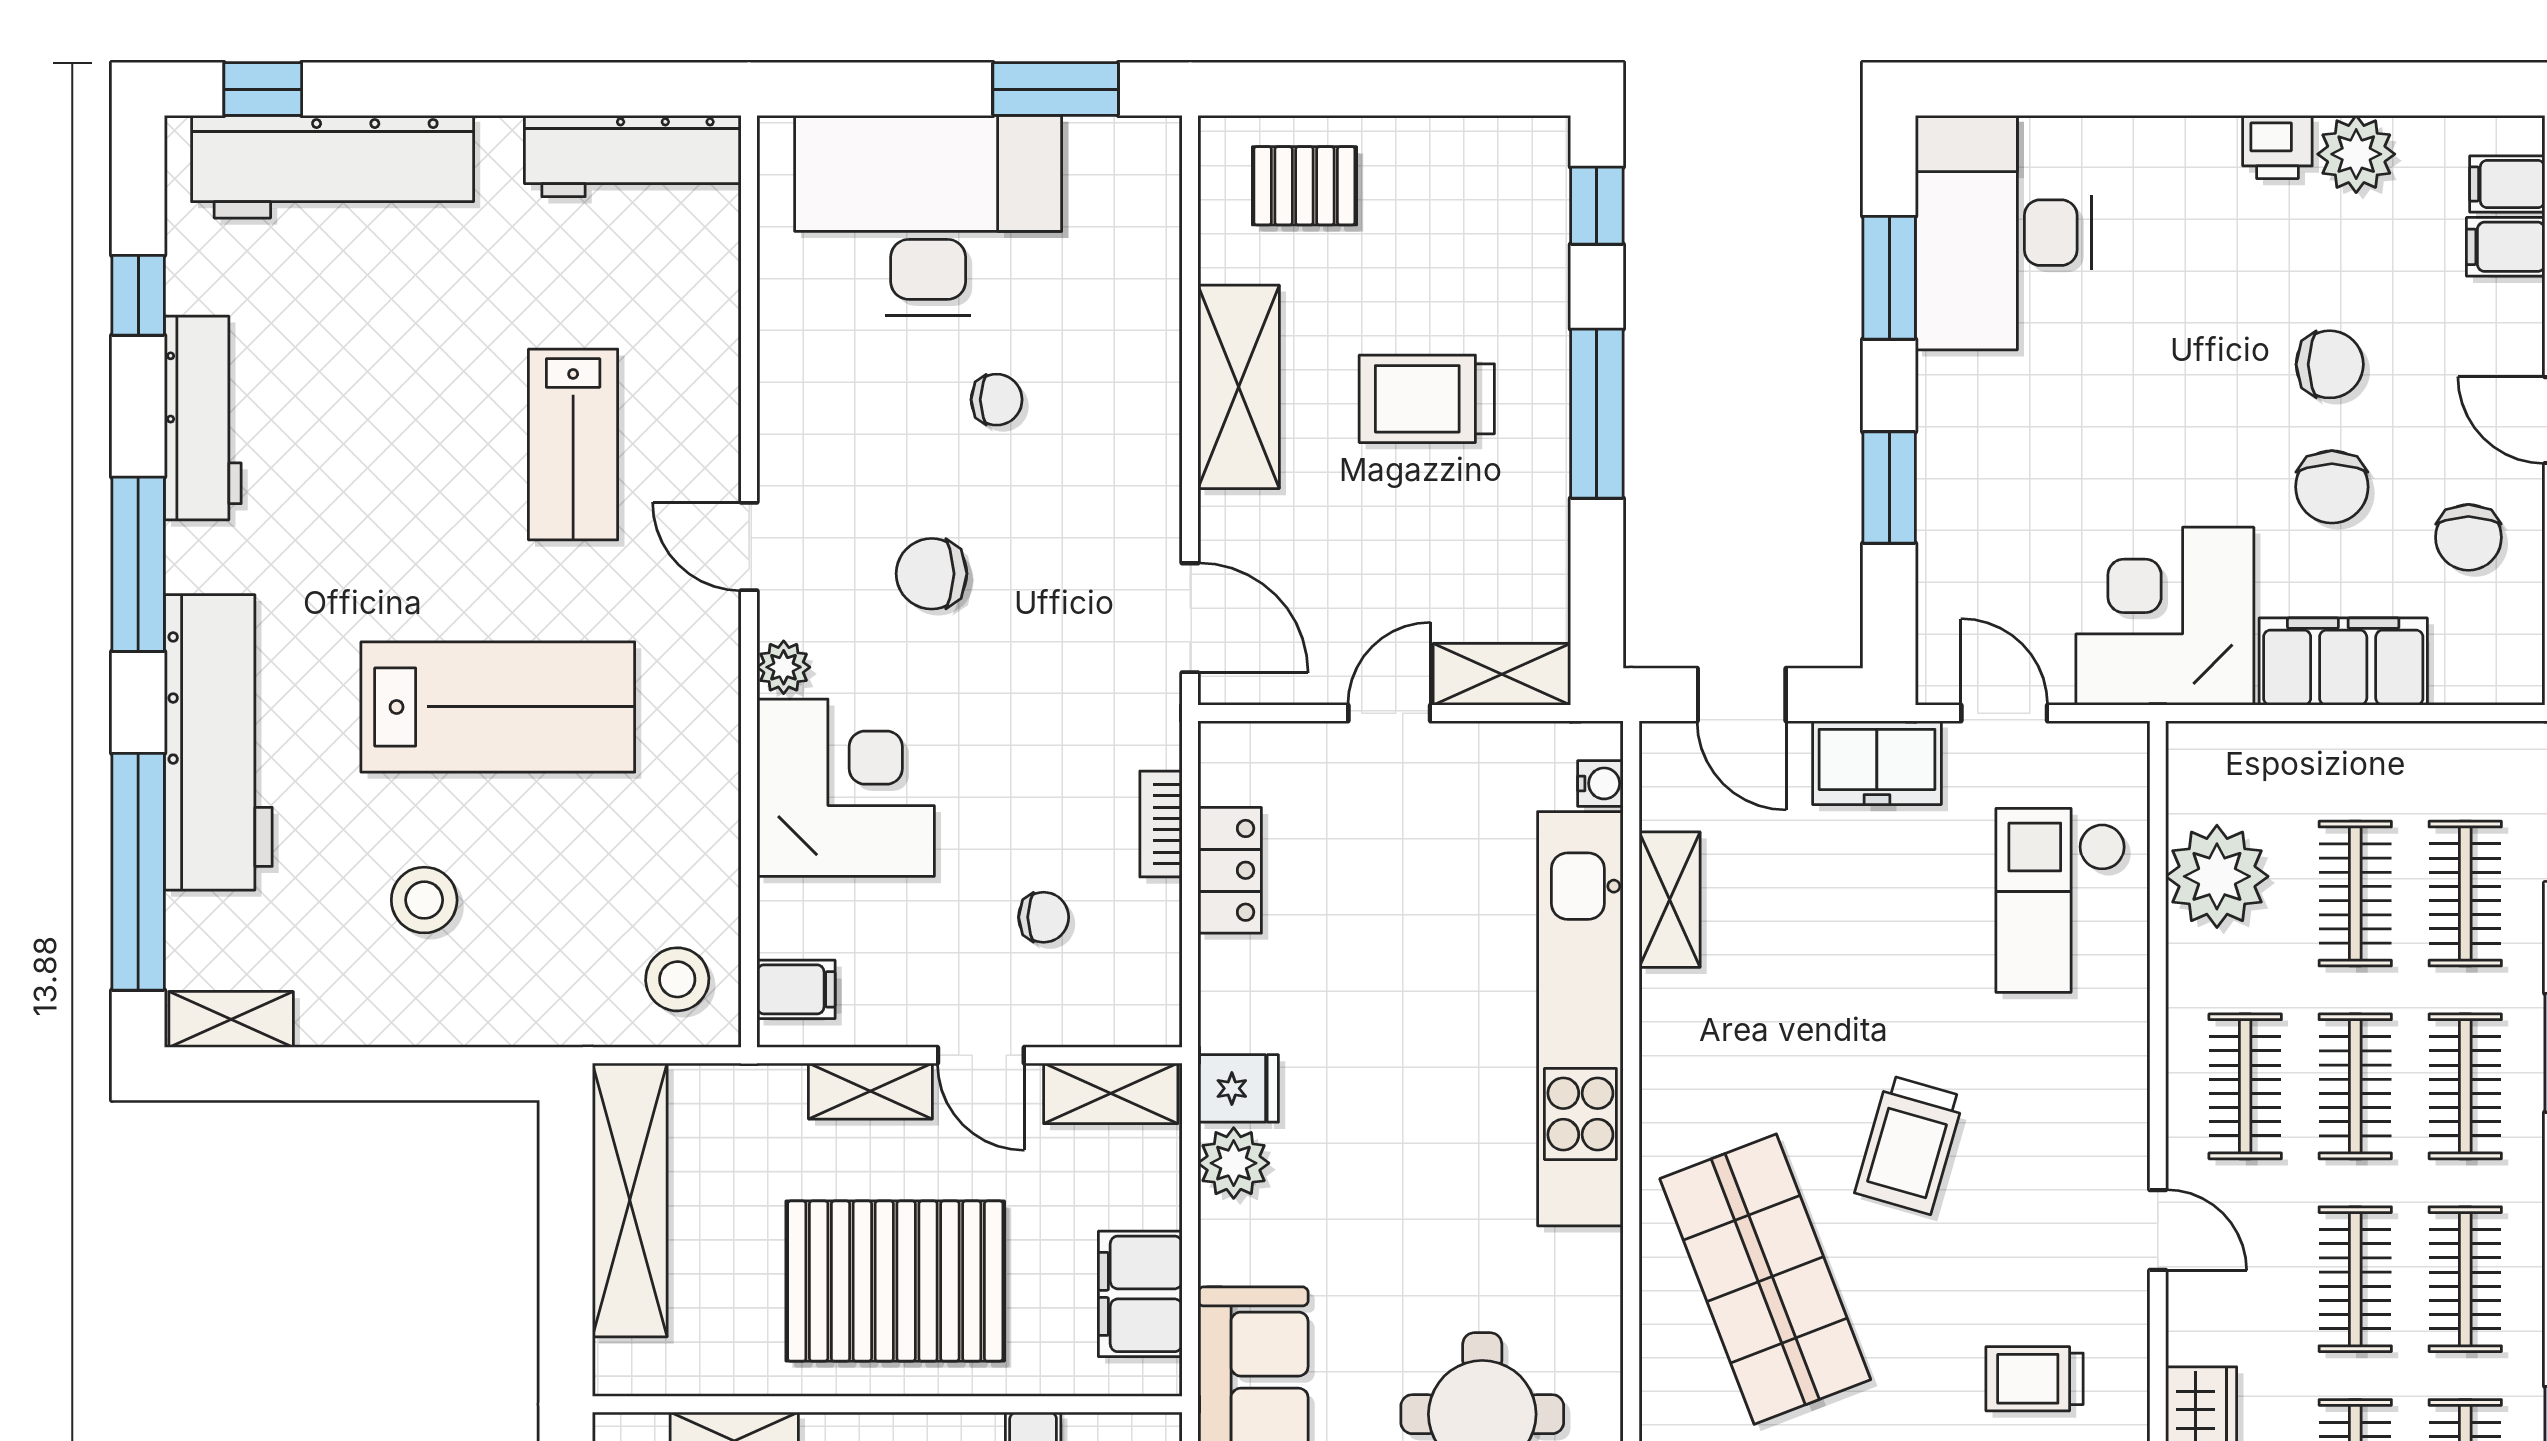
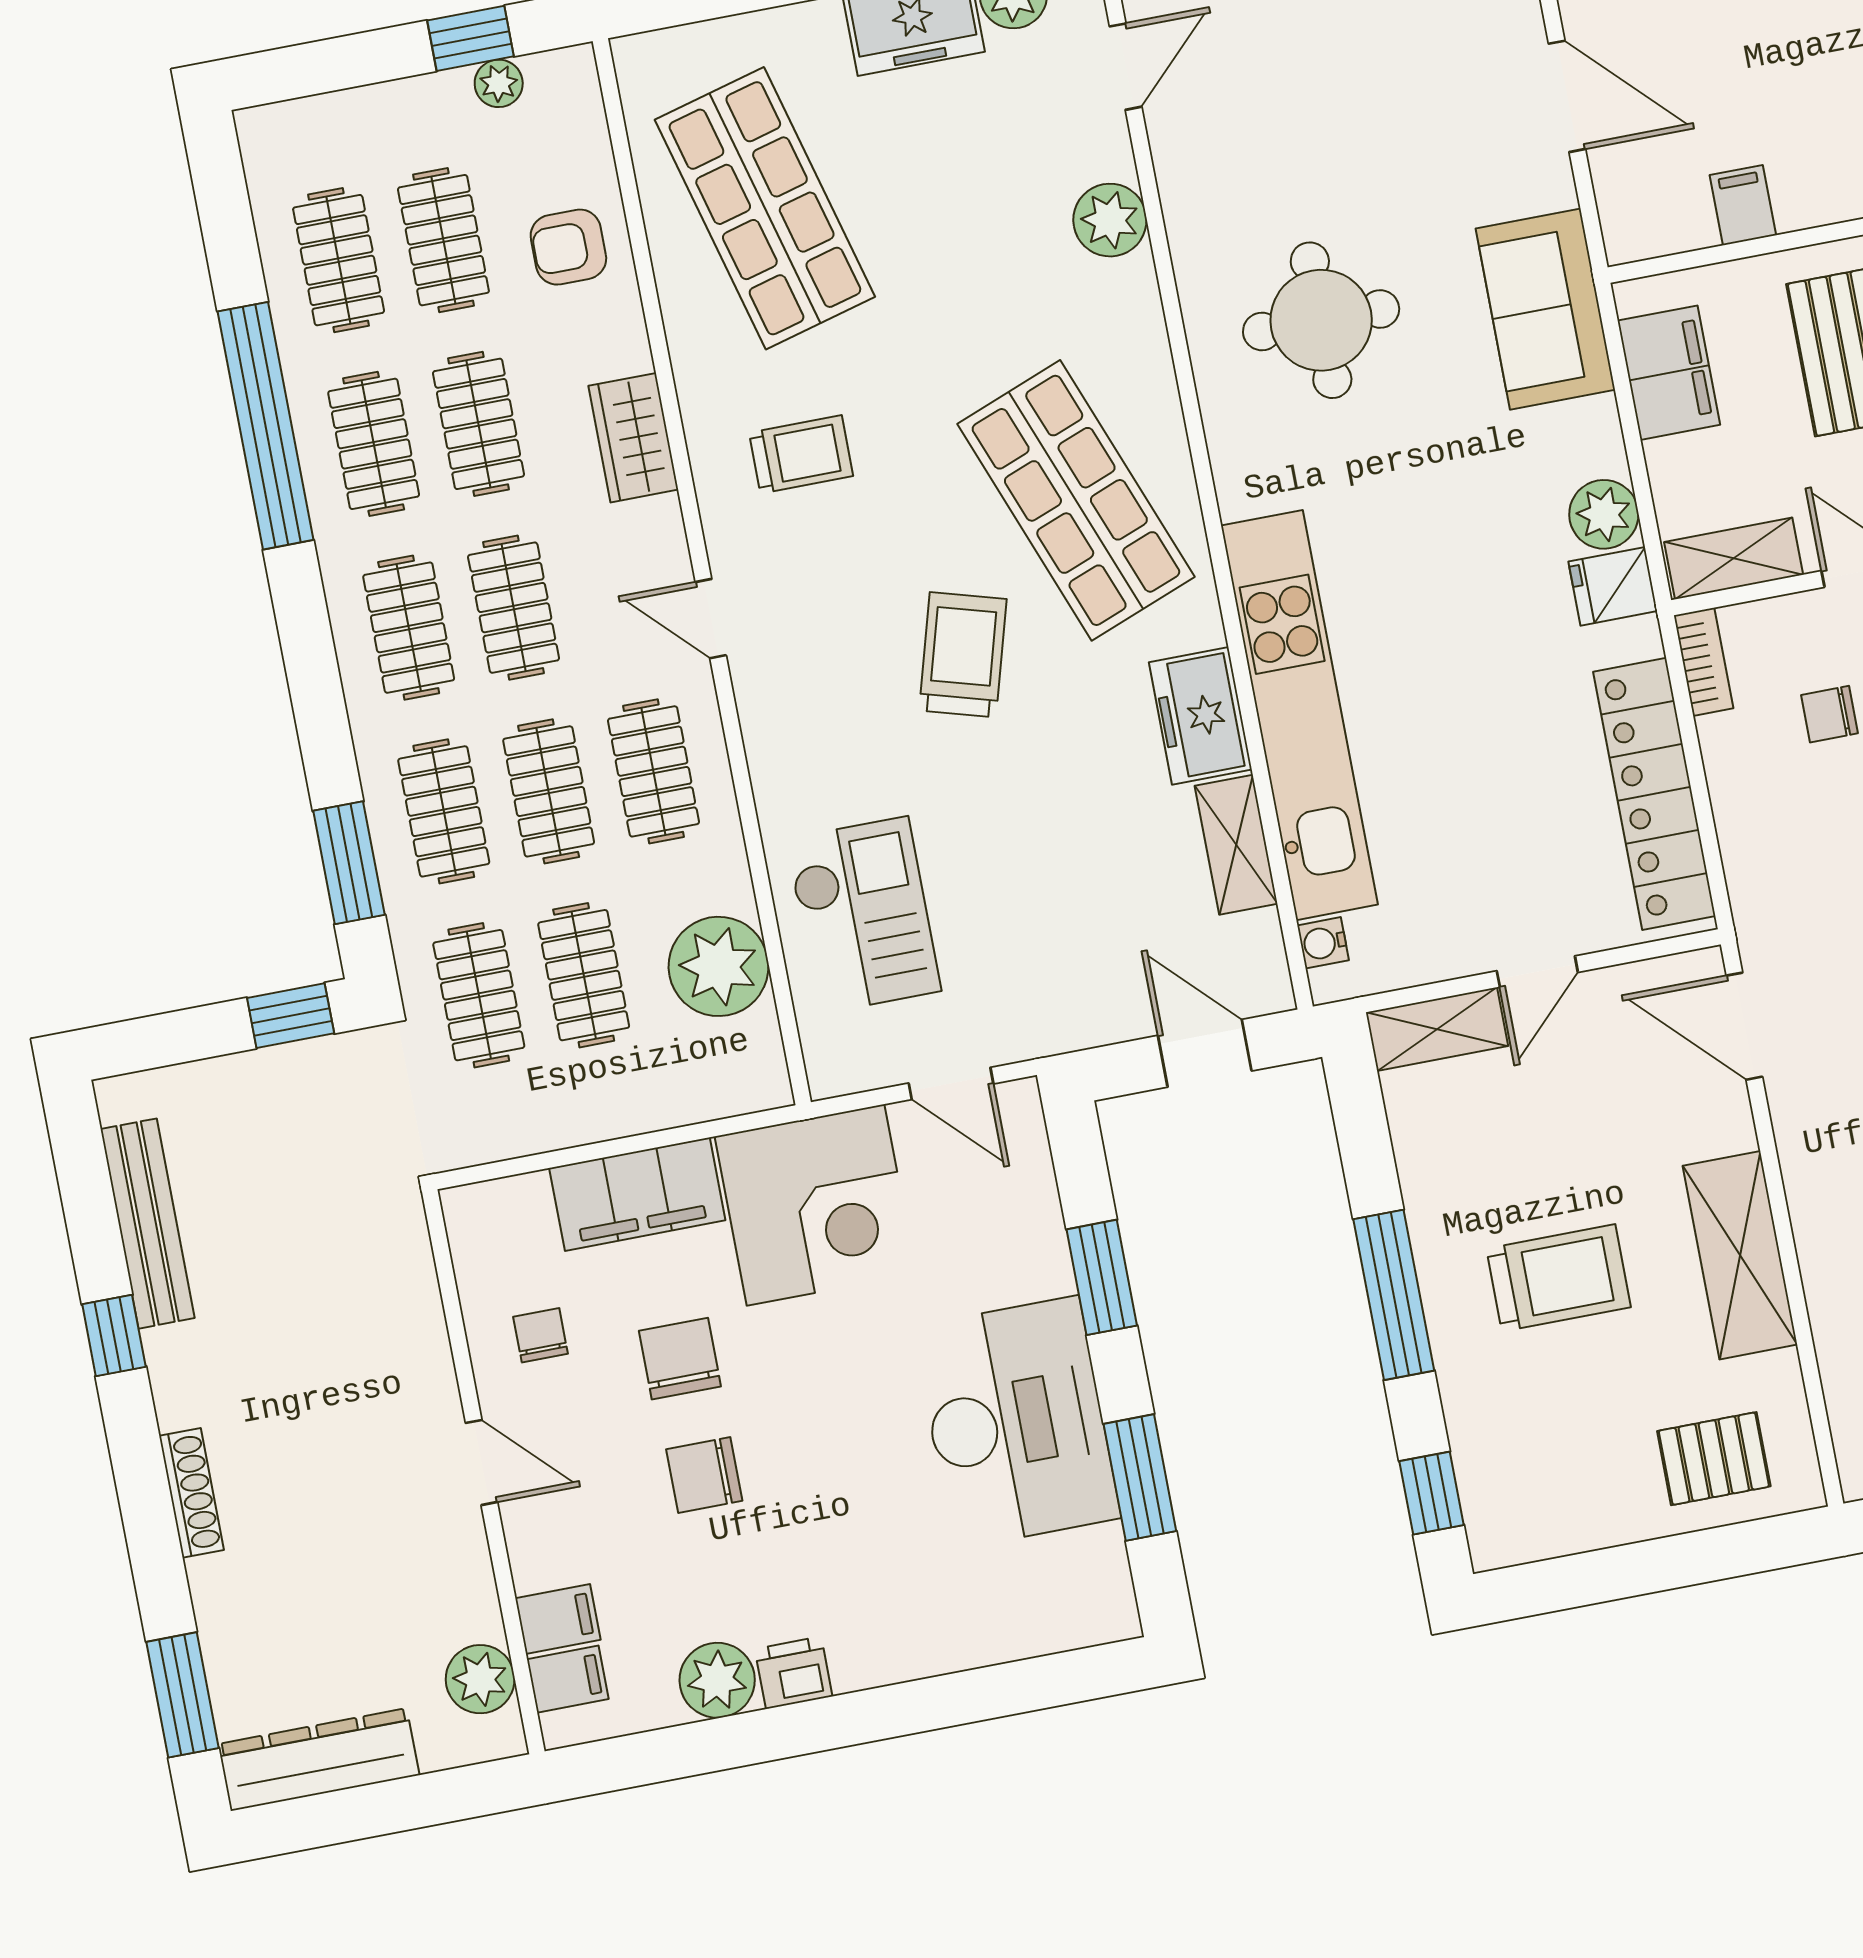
desk: (2003, 233) -> (1017, 1422), moved
chair: (2468, 537) -> (540, 1335), width x0.73, depth x0.73
freezer: (1877, 763) -> (1200, 716), moved, turned -90
bookcase: (1161, 824) -> (1704, 662), moved
locker: (1230, 870) -> (1654, 794), width x2.16, depth x1.21

